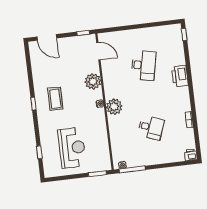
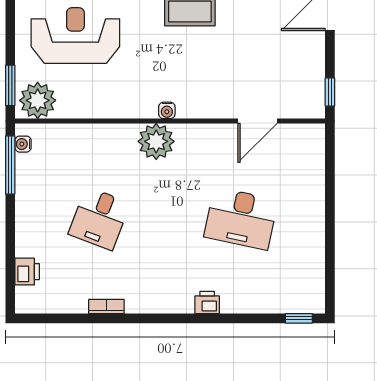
door: (98, 51) -> (258, 121), moved
printer: (180, 76) -> (207, 303), width x0.53, depth x0.68
plant: (93, 81) -> (38, 100), moved
reception desk: (72, 148) -> (75, 36), turned 180
printer: (191, 155) -> (27, 272), moved

